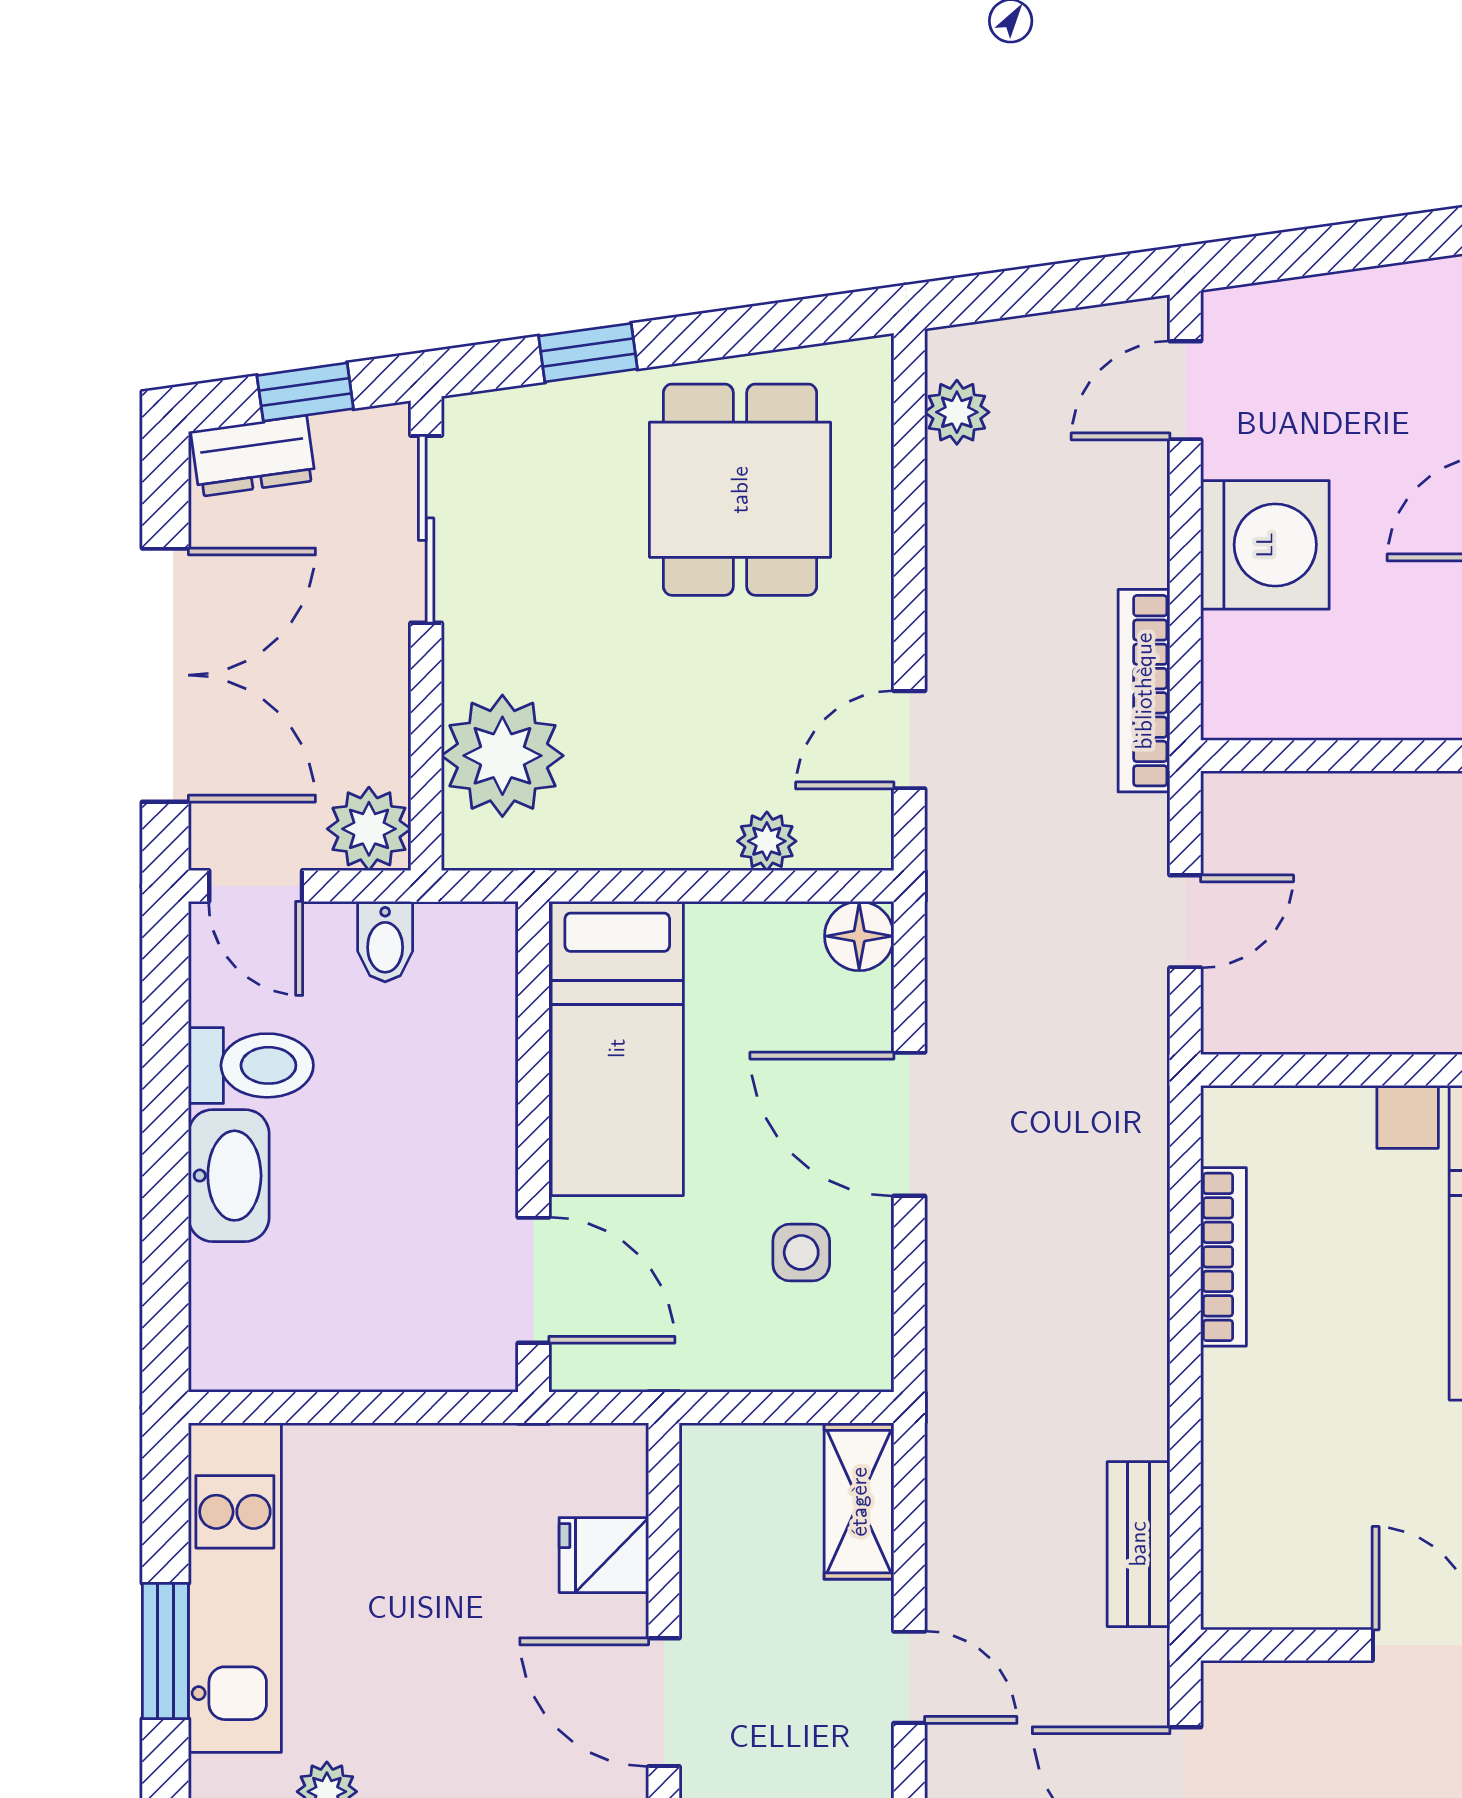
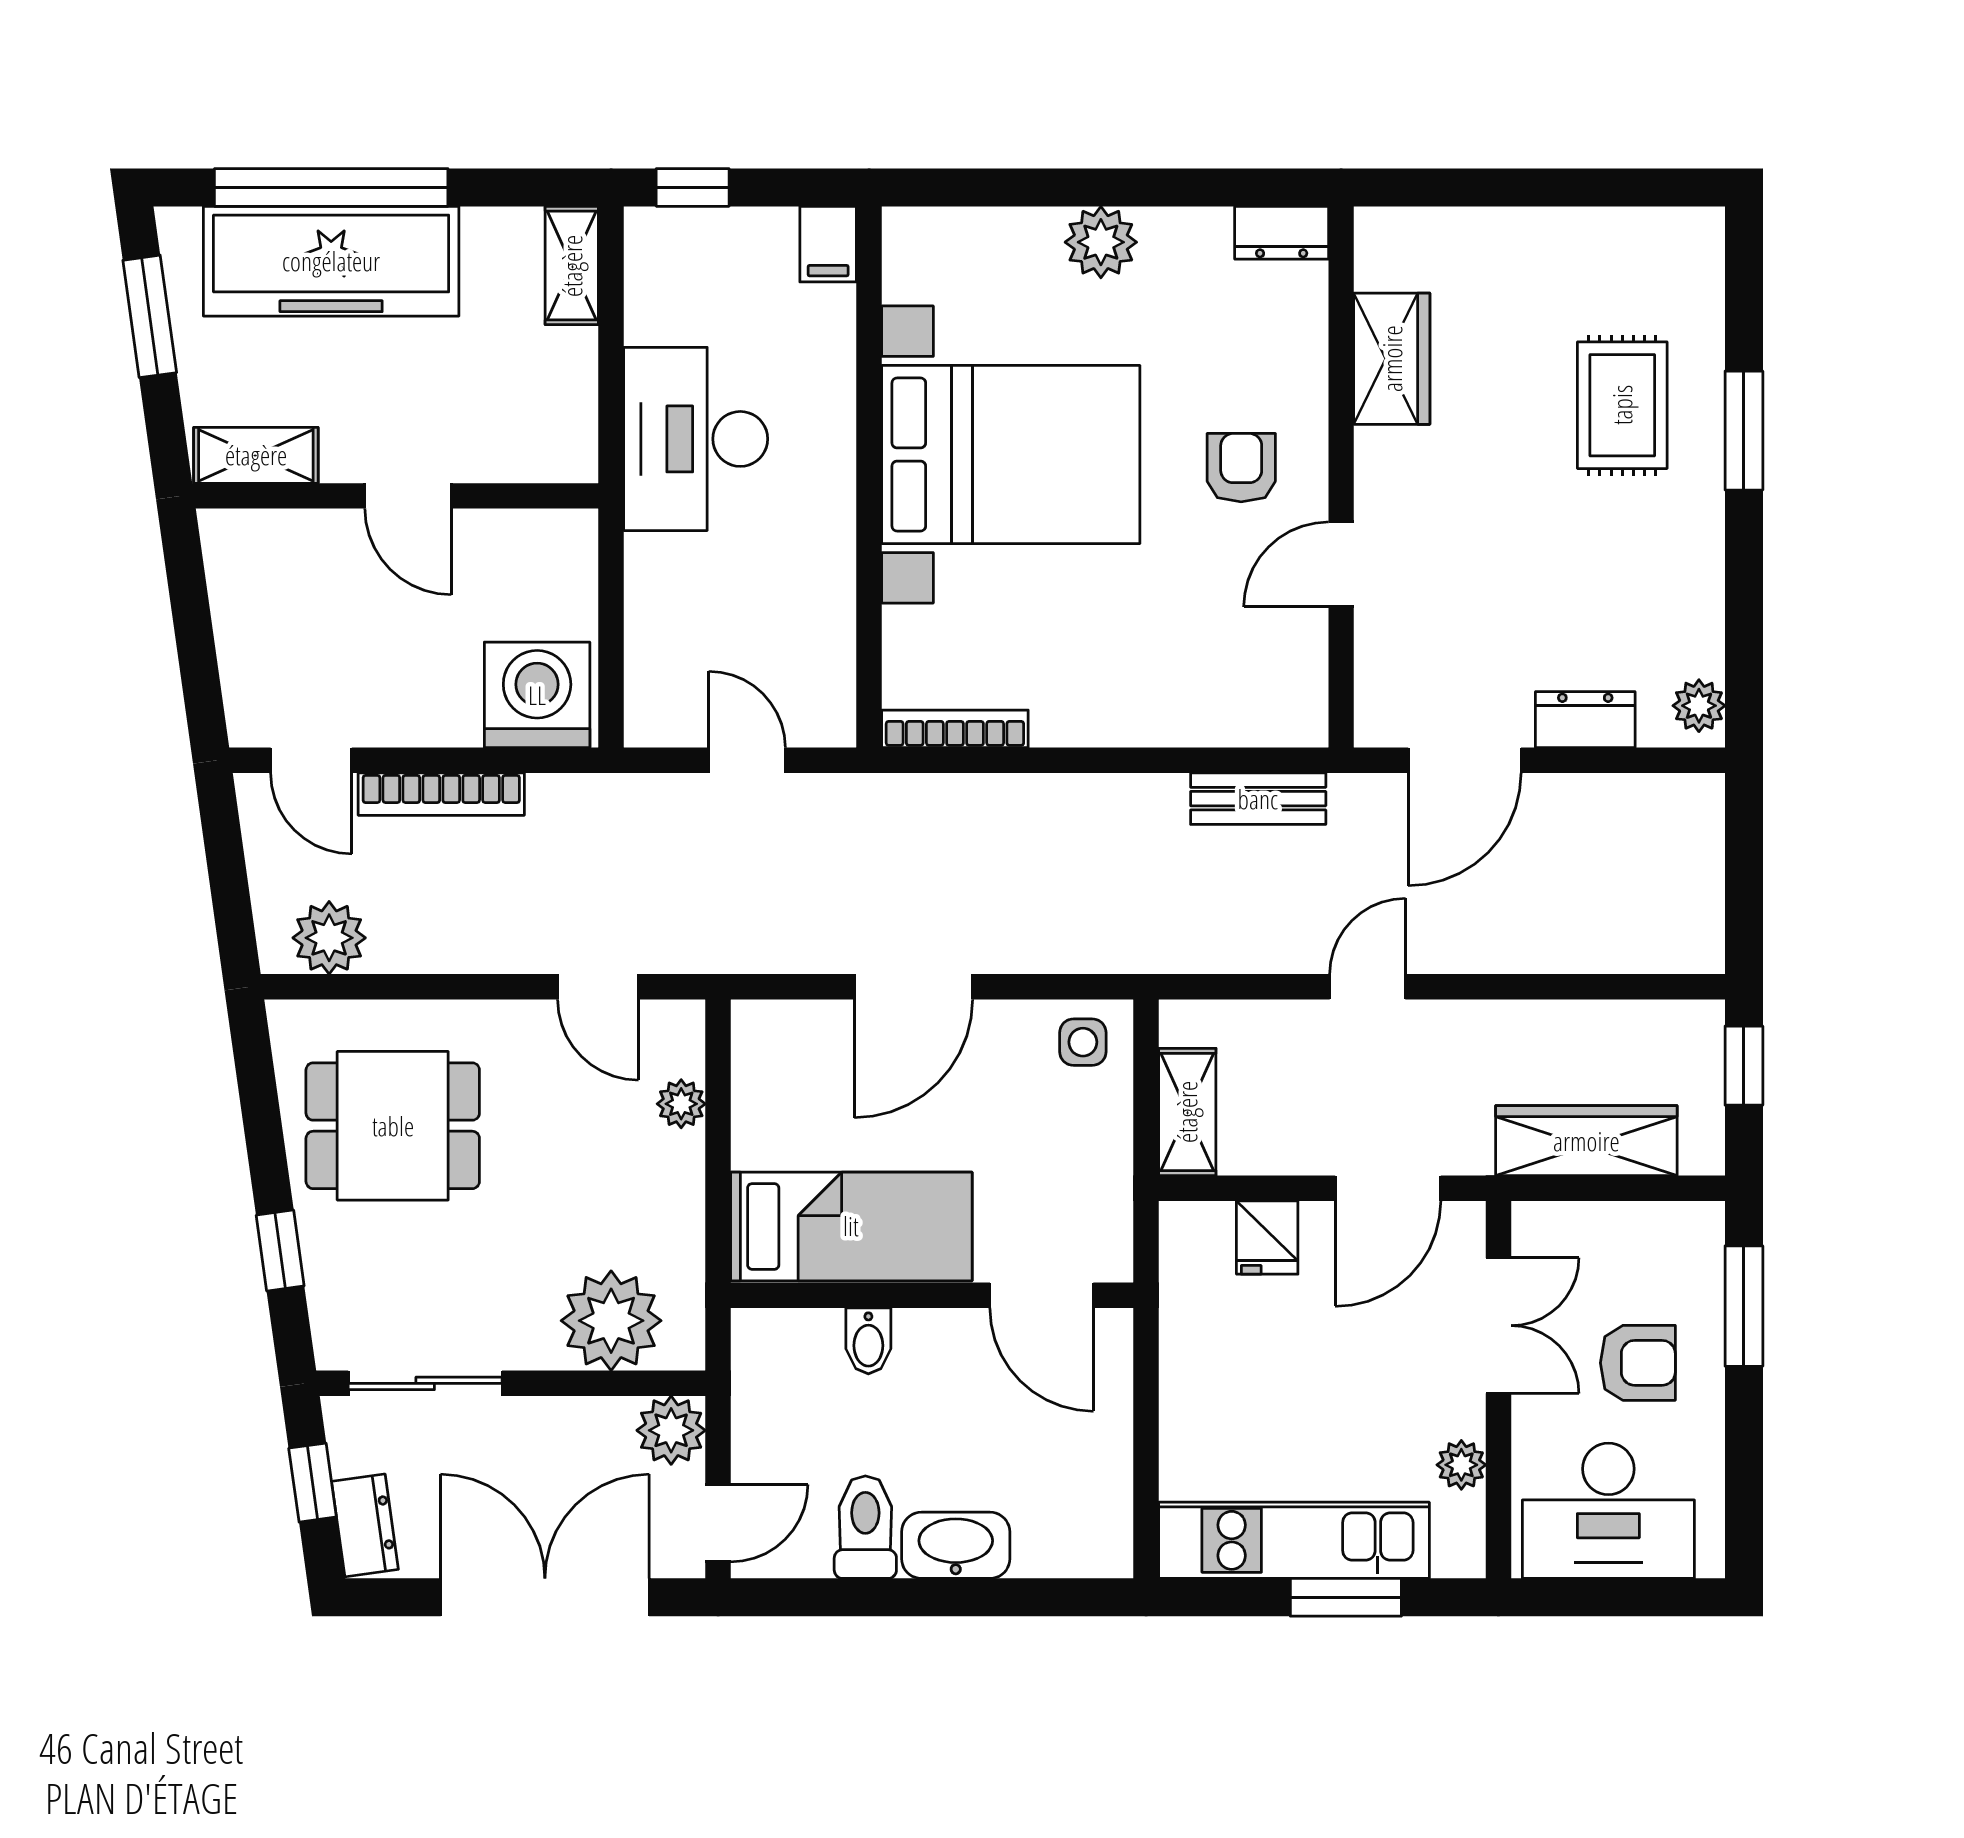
plant: (957, 412) -> (329, 938), width x1.38, depth x1.38
washing machine: (1265, 545) -> (537, 695), moved
bookcase: (1144, 691) -> (441, 794), moved
floor lamp: (859, 936) -> (759, 1028), removed
bidet: (385, 942) -> (868, 1341), moved, turned 90
side table: (801, 1252) -> (1083, 1042), moved
bookcase: (1223, 1257) -> (955, 729), moved
door: (533, 1280) -> (1042, 1295), swing flipped
shelving: (859, 1502) -> (1187, 1112), moved, turned 90

